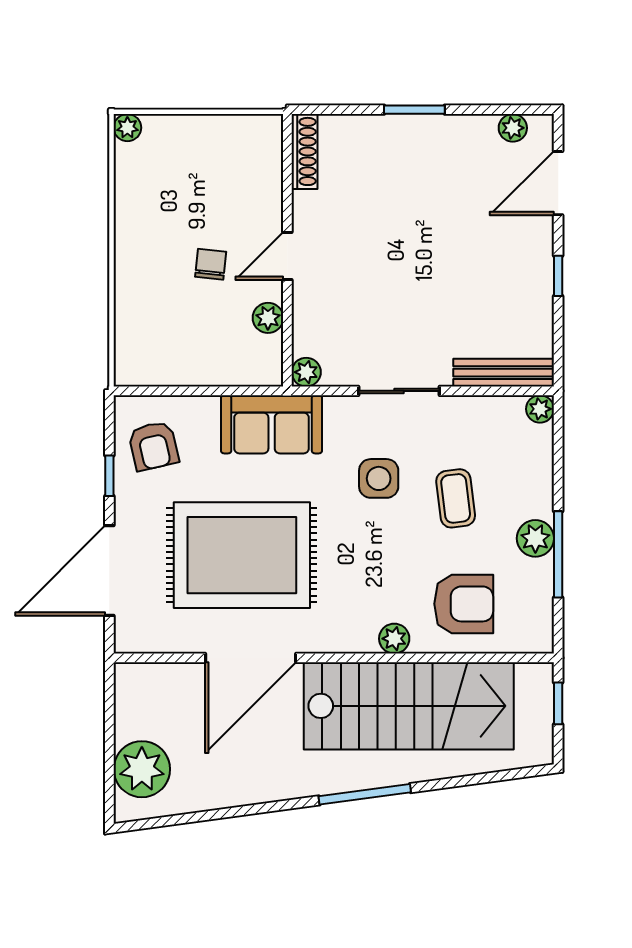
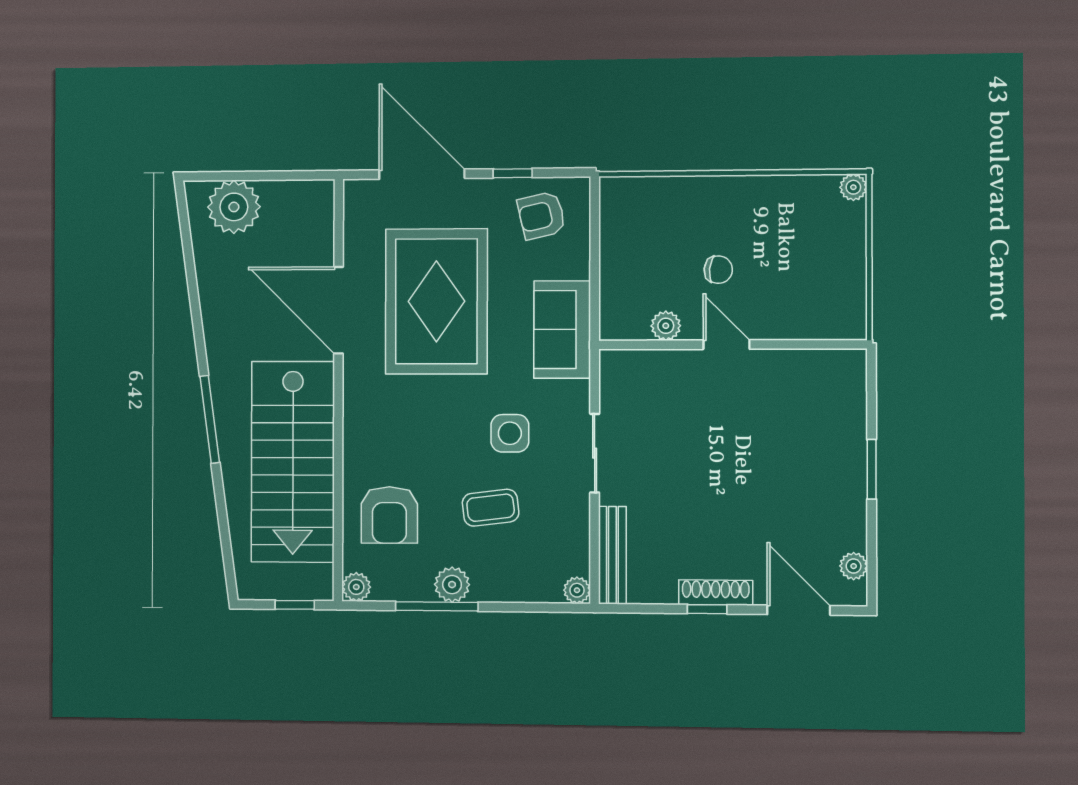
shoe rack: (305, 151) -> (716, 593), moved, turned 180
plant: (306, 372) -> (613, 363), removed
plant: (394, 639) -> (356, 587), moved

